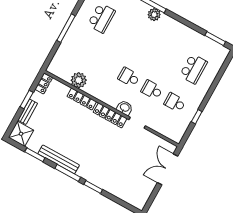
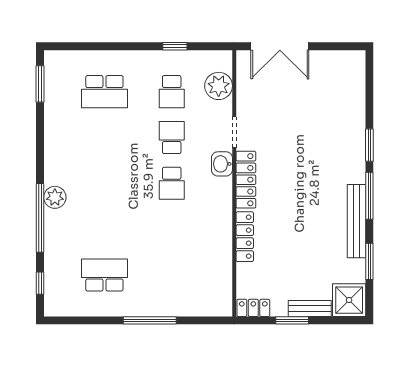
school desk: (193, 69) -> (104, 92), turned 180
plant: (79, 80) -> (219, 86), moved
school desk: (152, 90) -> (172, 137), turned 180

